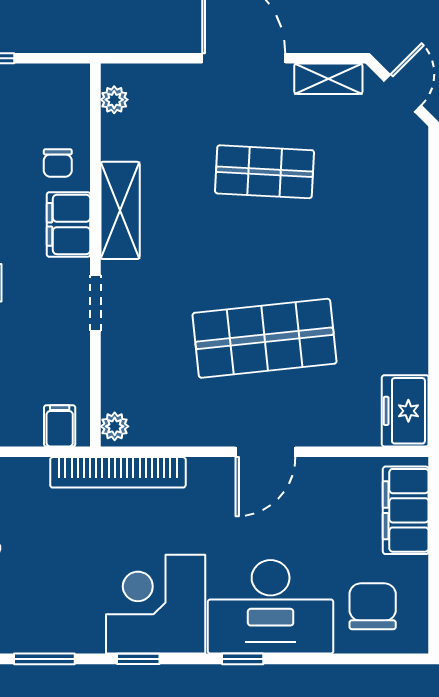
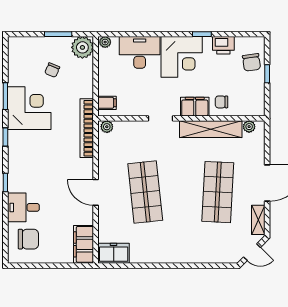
shop shelf: (265, 172) -> (218, 192), width x1.43, depth x1.36
shelving: (120, 210) -> (211, 129), width x1.47
filing cabinet: (406, 510) -> (84, 244), moved, turned -90
corner desk: (156, 604) -> (29, 108), moved
desk: (271, 607) -> (23, 207), width x0.53, depth x0.77

